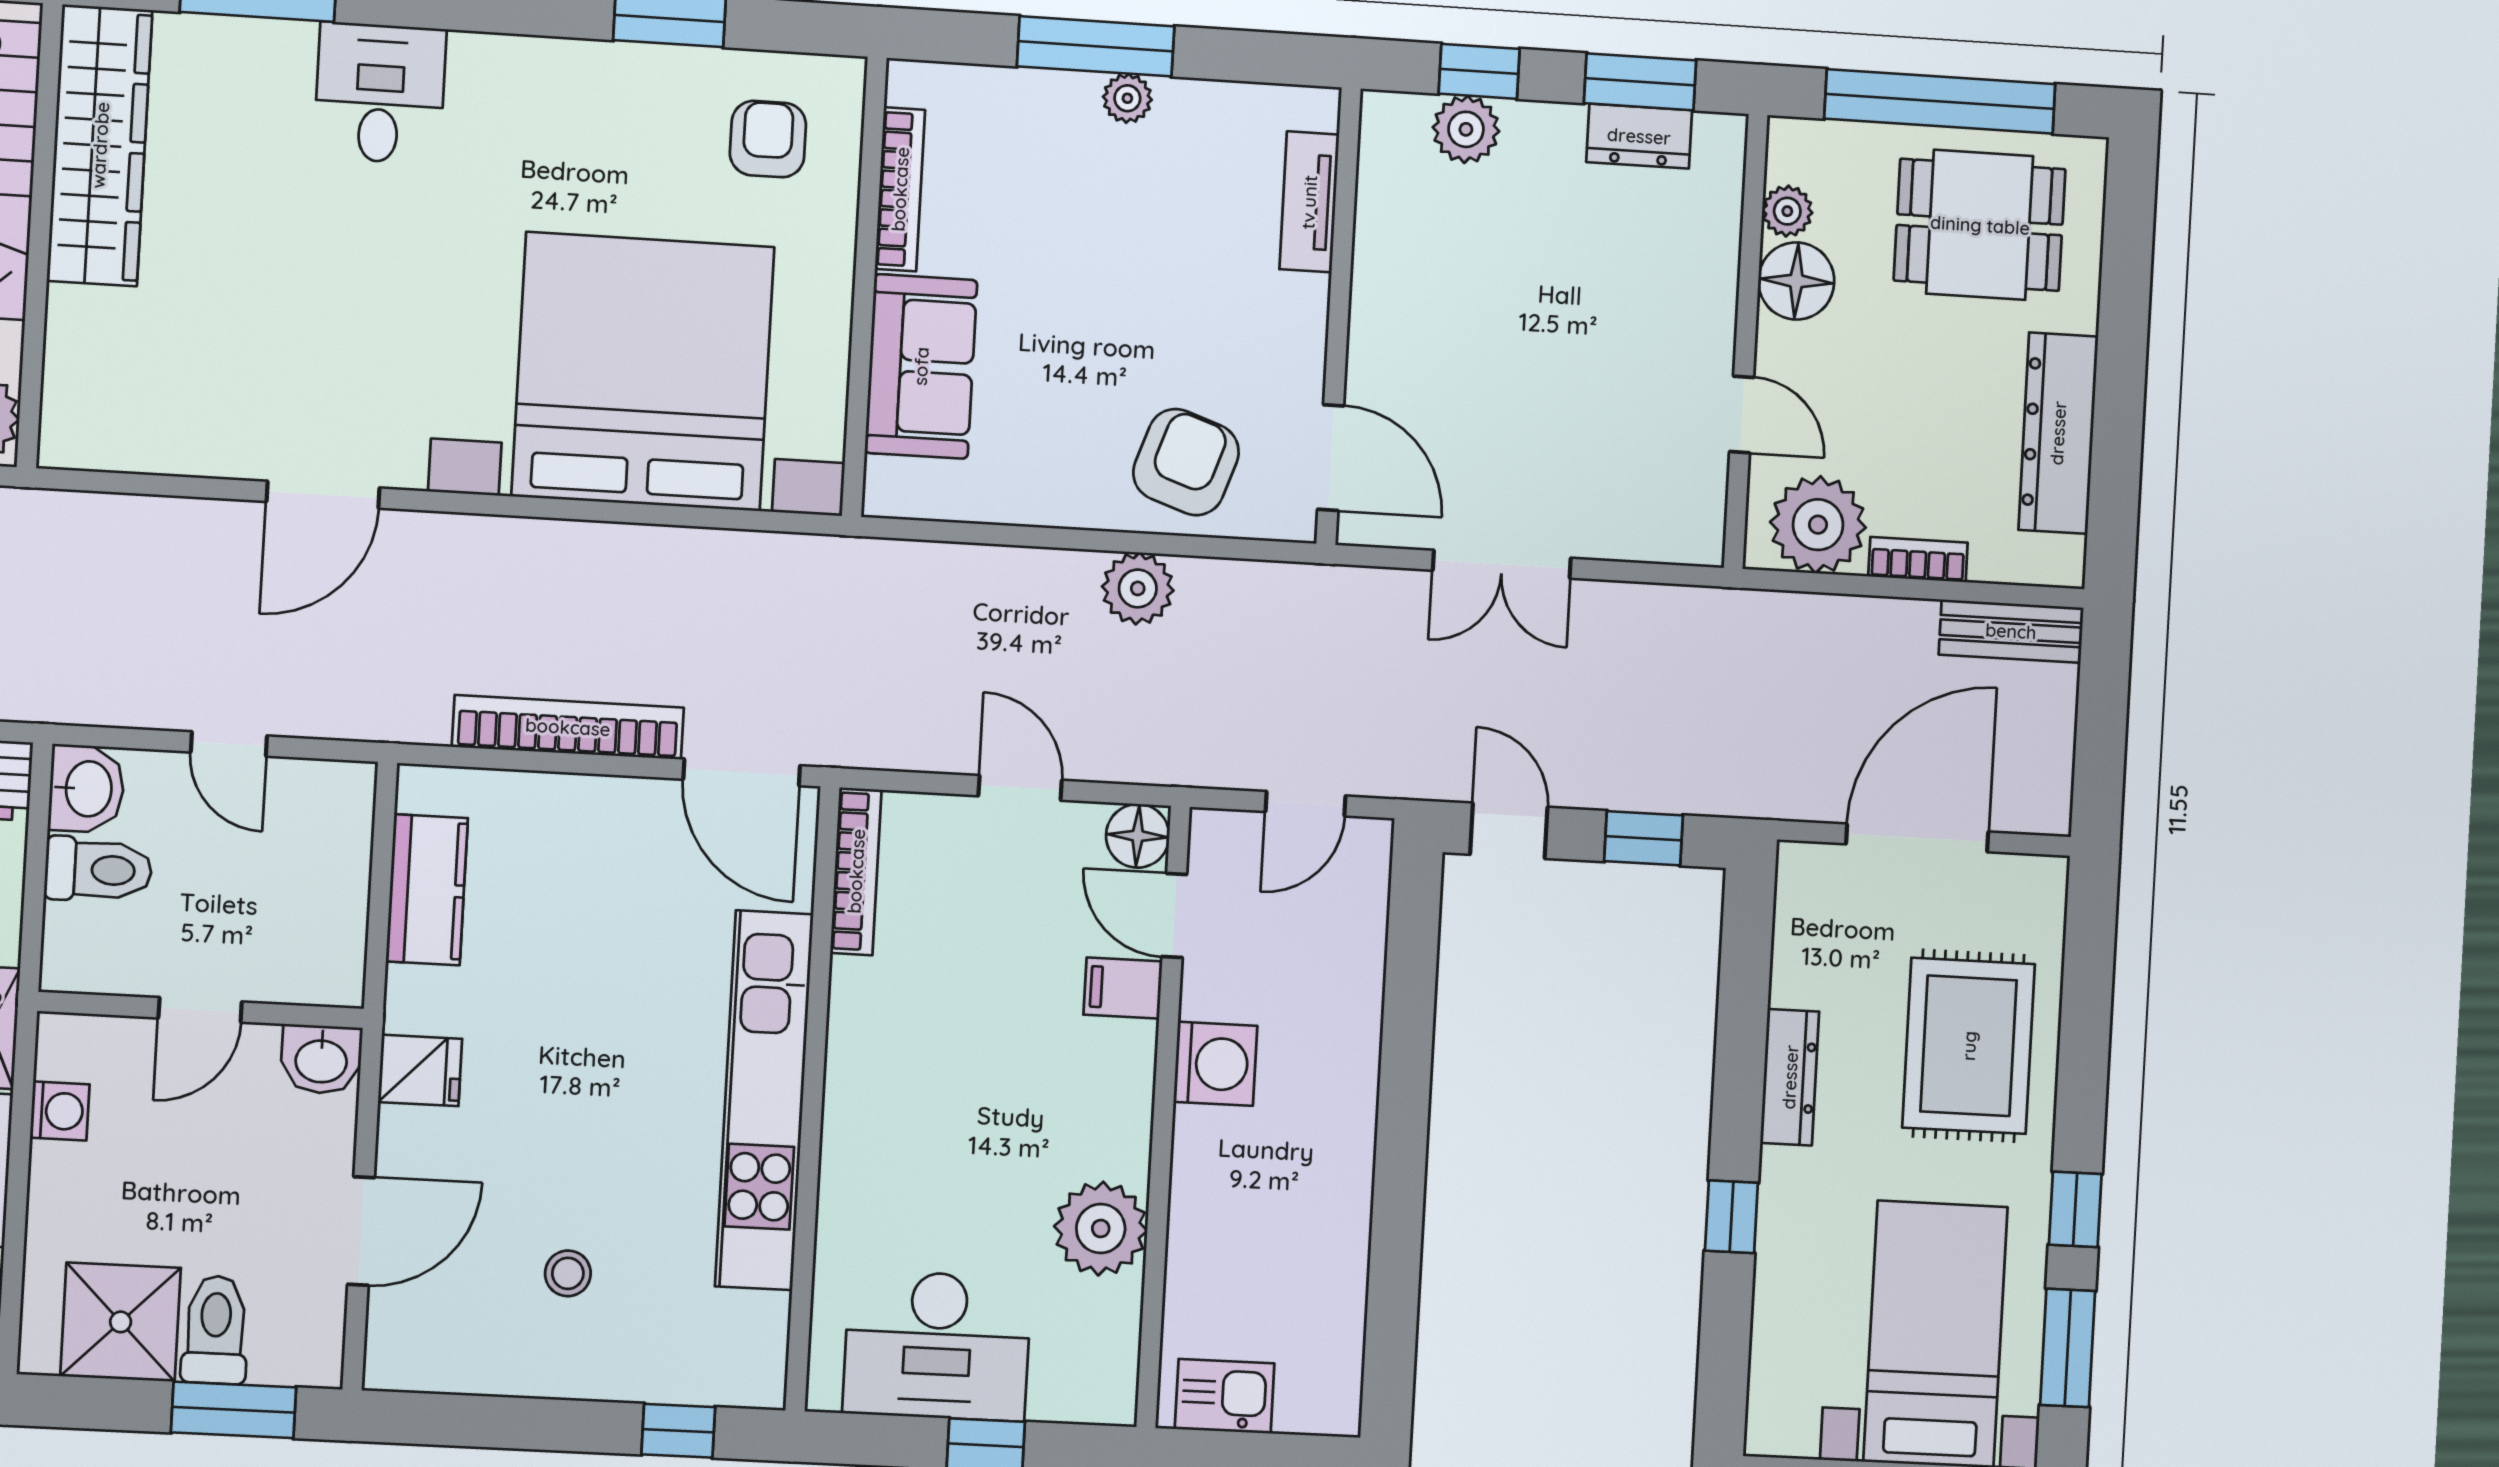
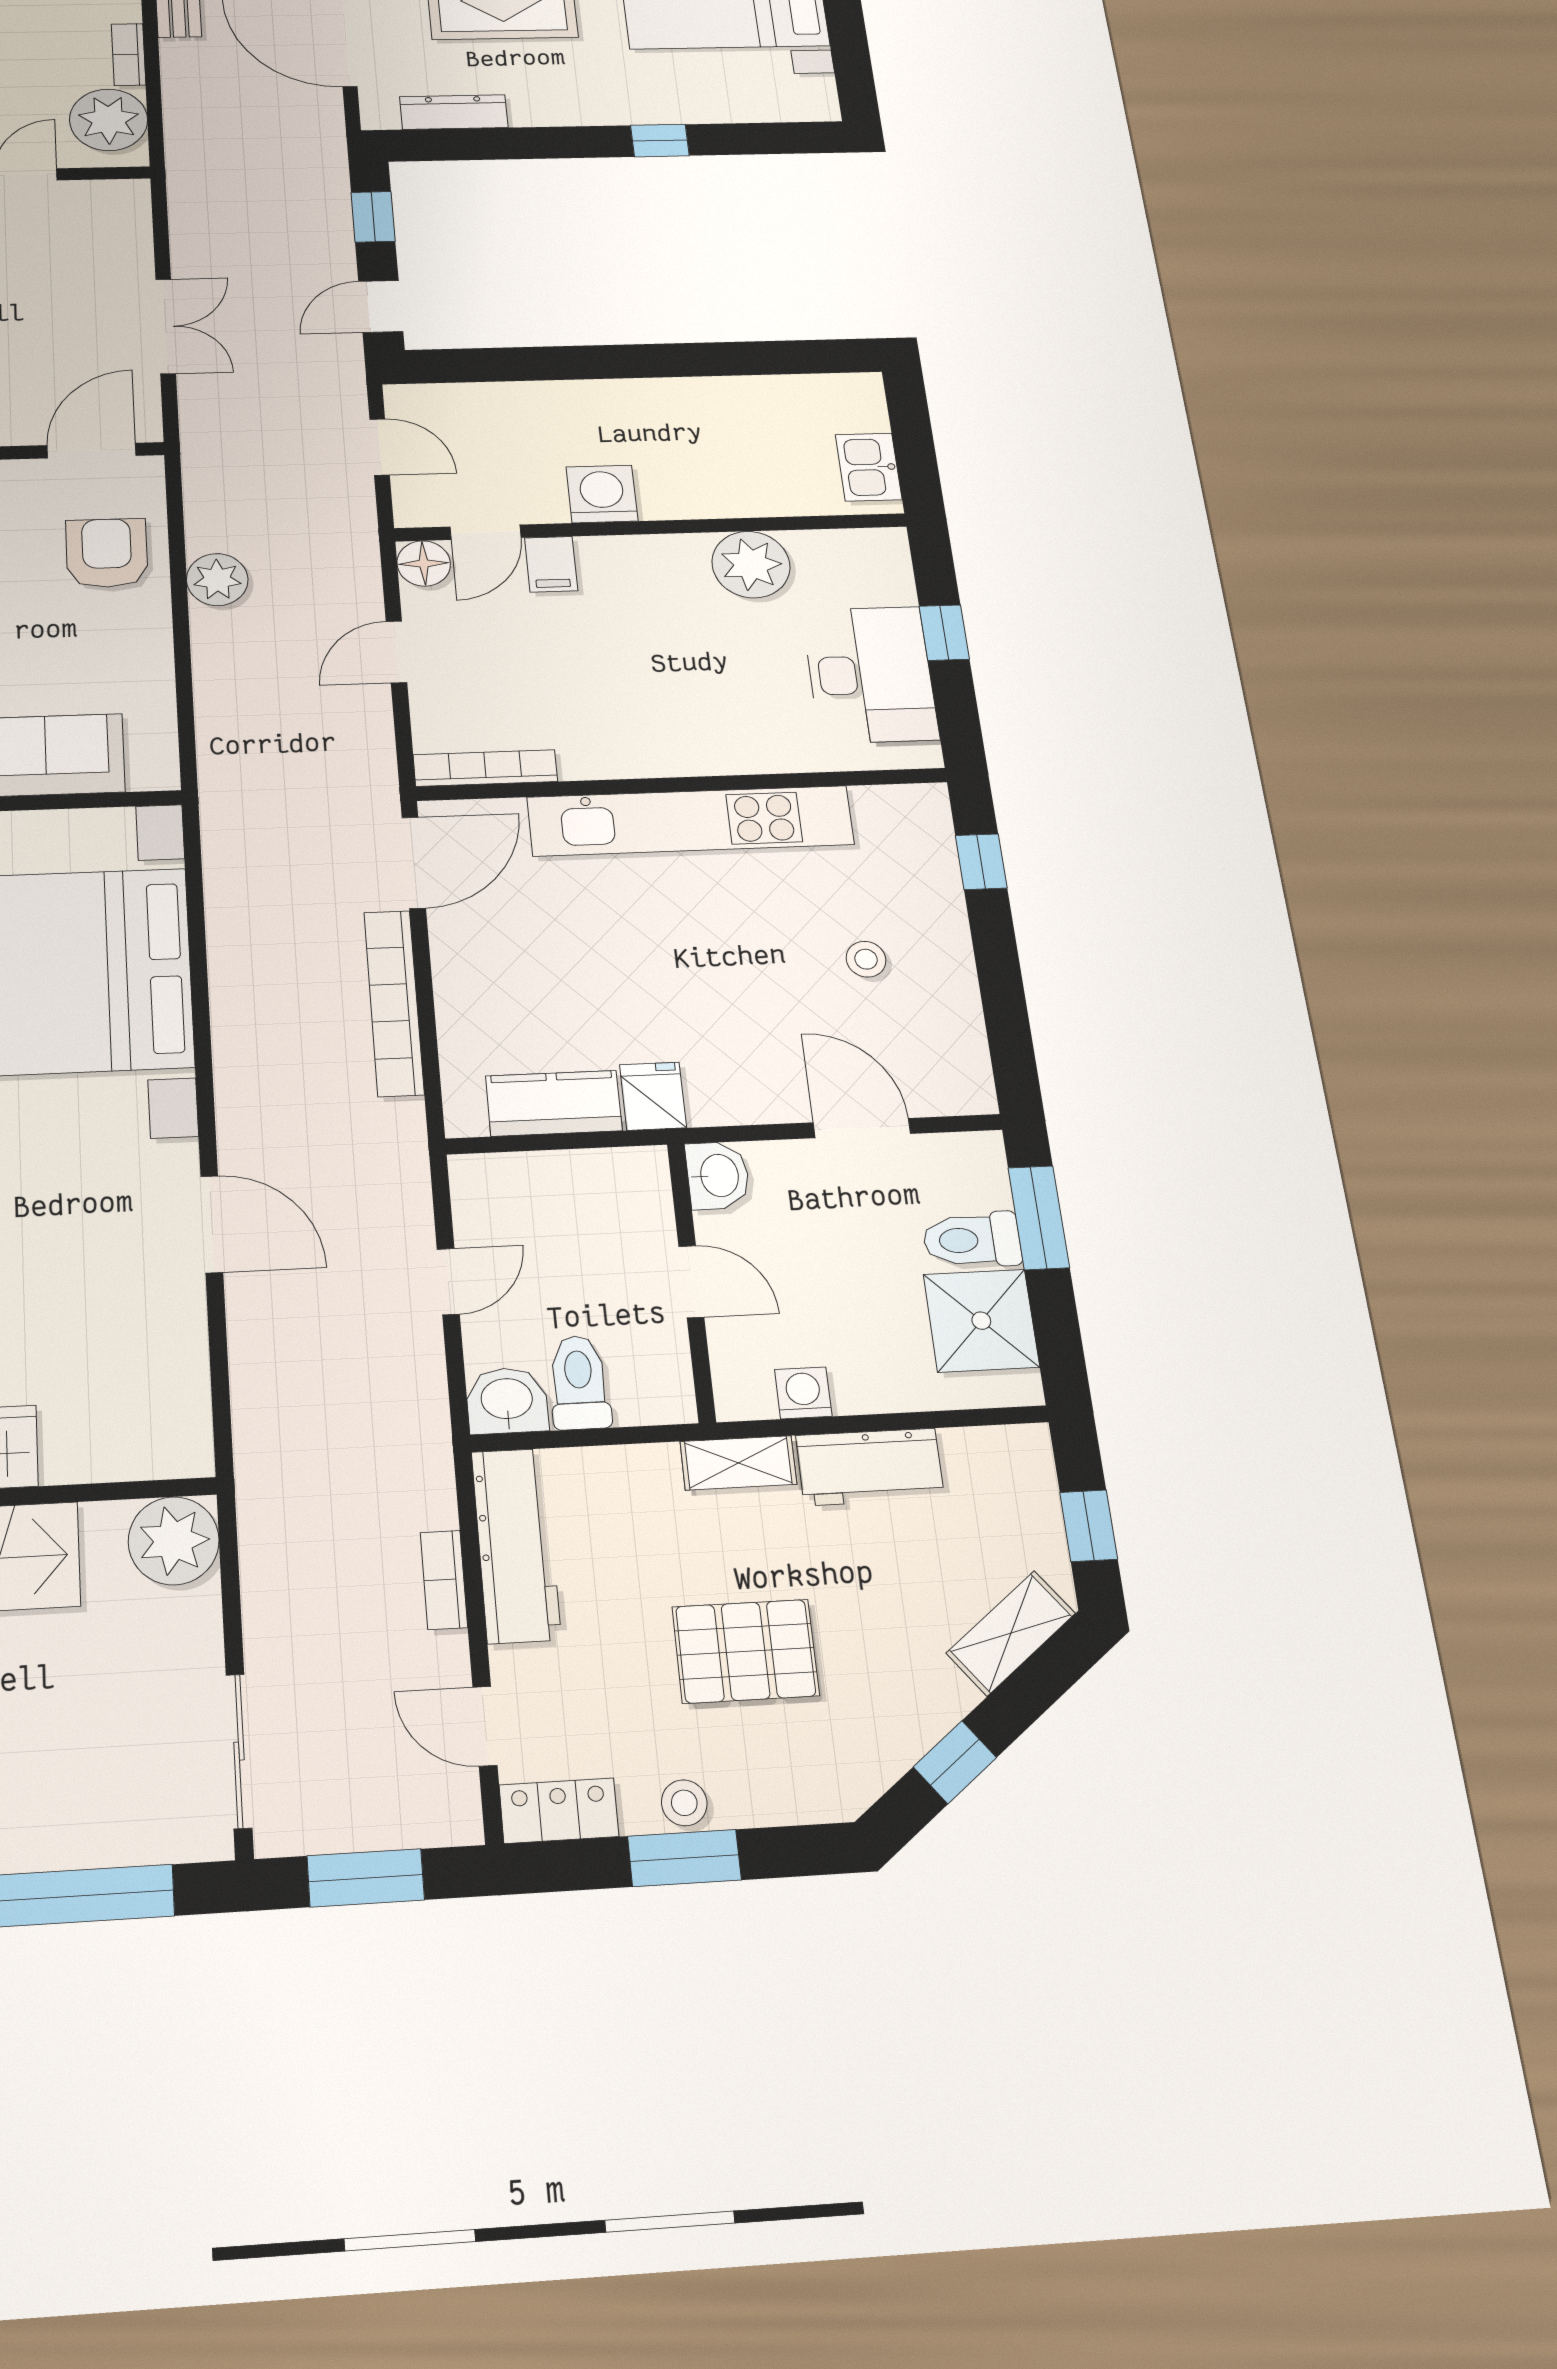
armchair: (1186, 462) -> (107, 553), turned 71
fridge: (420, 1070) -> (653, 1096), moved
dresser: (1790, 1077) -> (454, 112), moved

